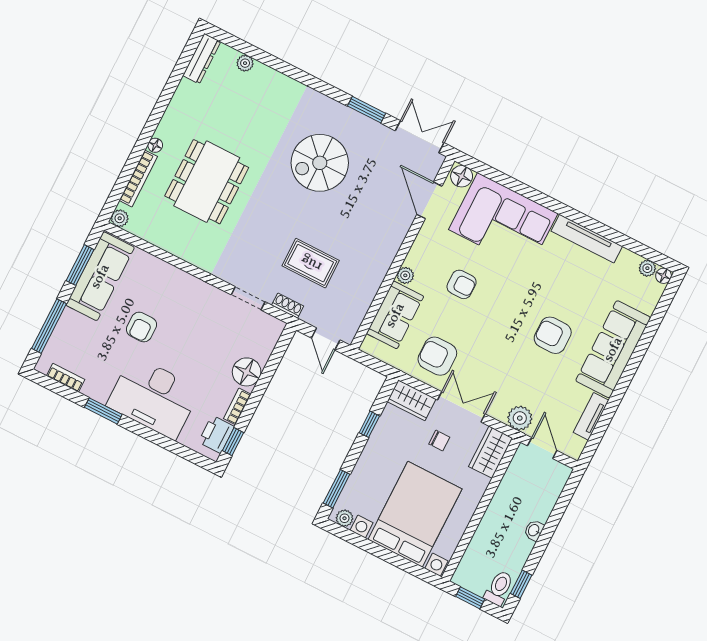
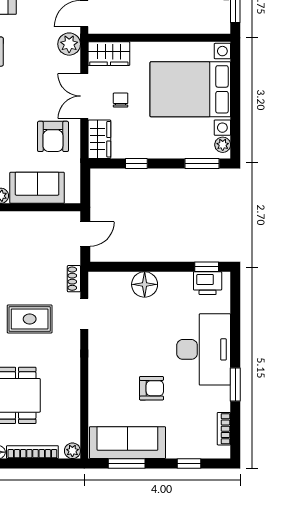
rug: (311, 263) -> (30, 319), moved, turned 90
window: (49, 326) -> (189, 464), width x0.46
bookcase: (237, 406) -> (176, 278), removed

